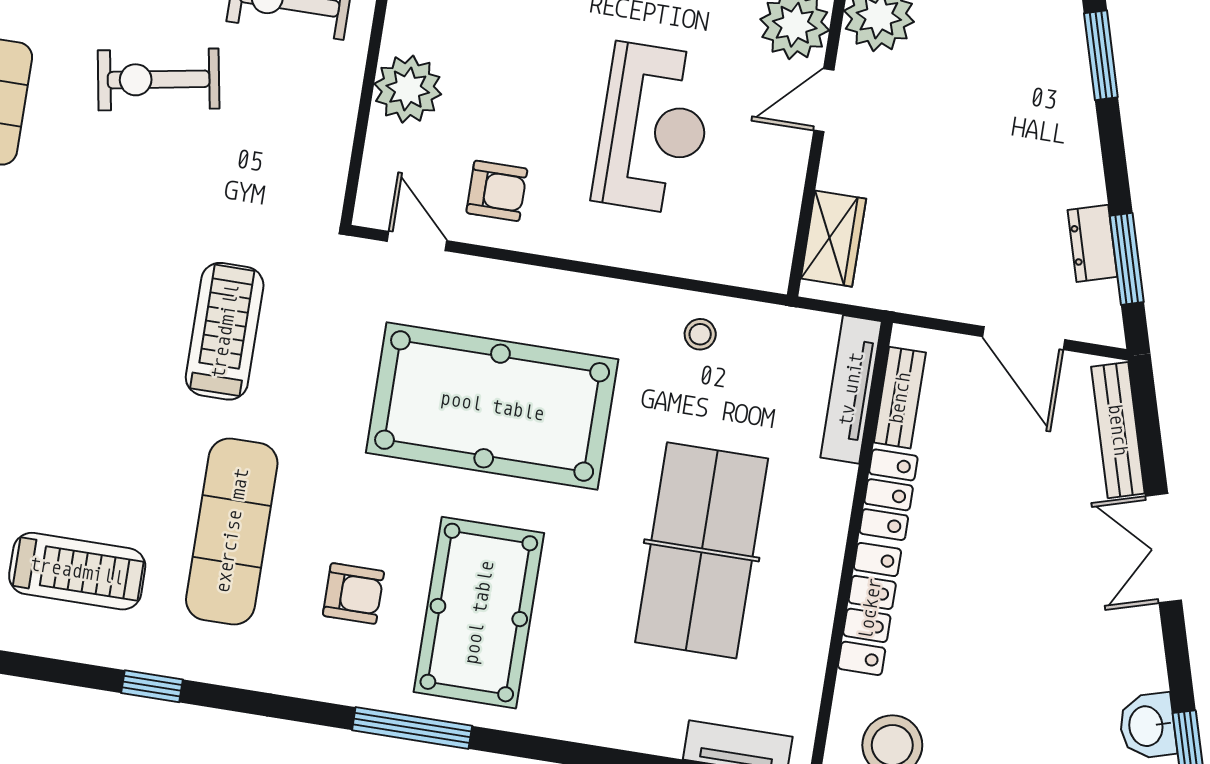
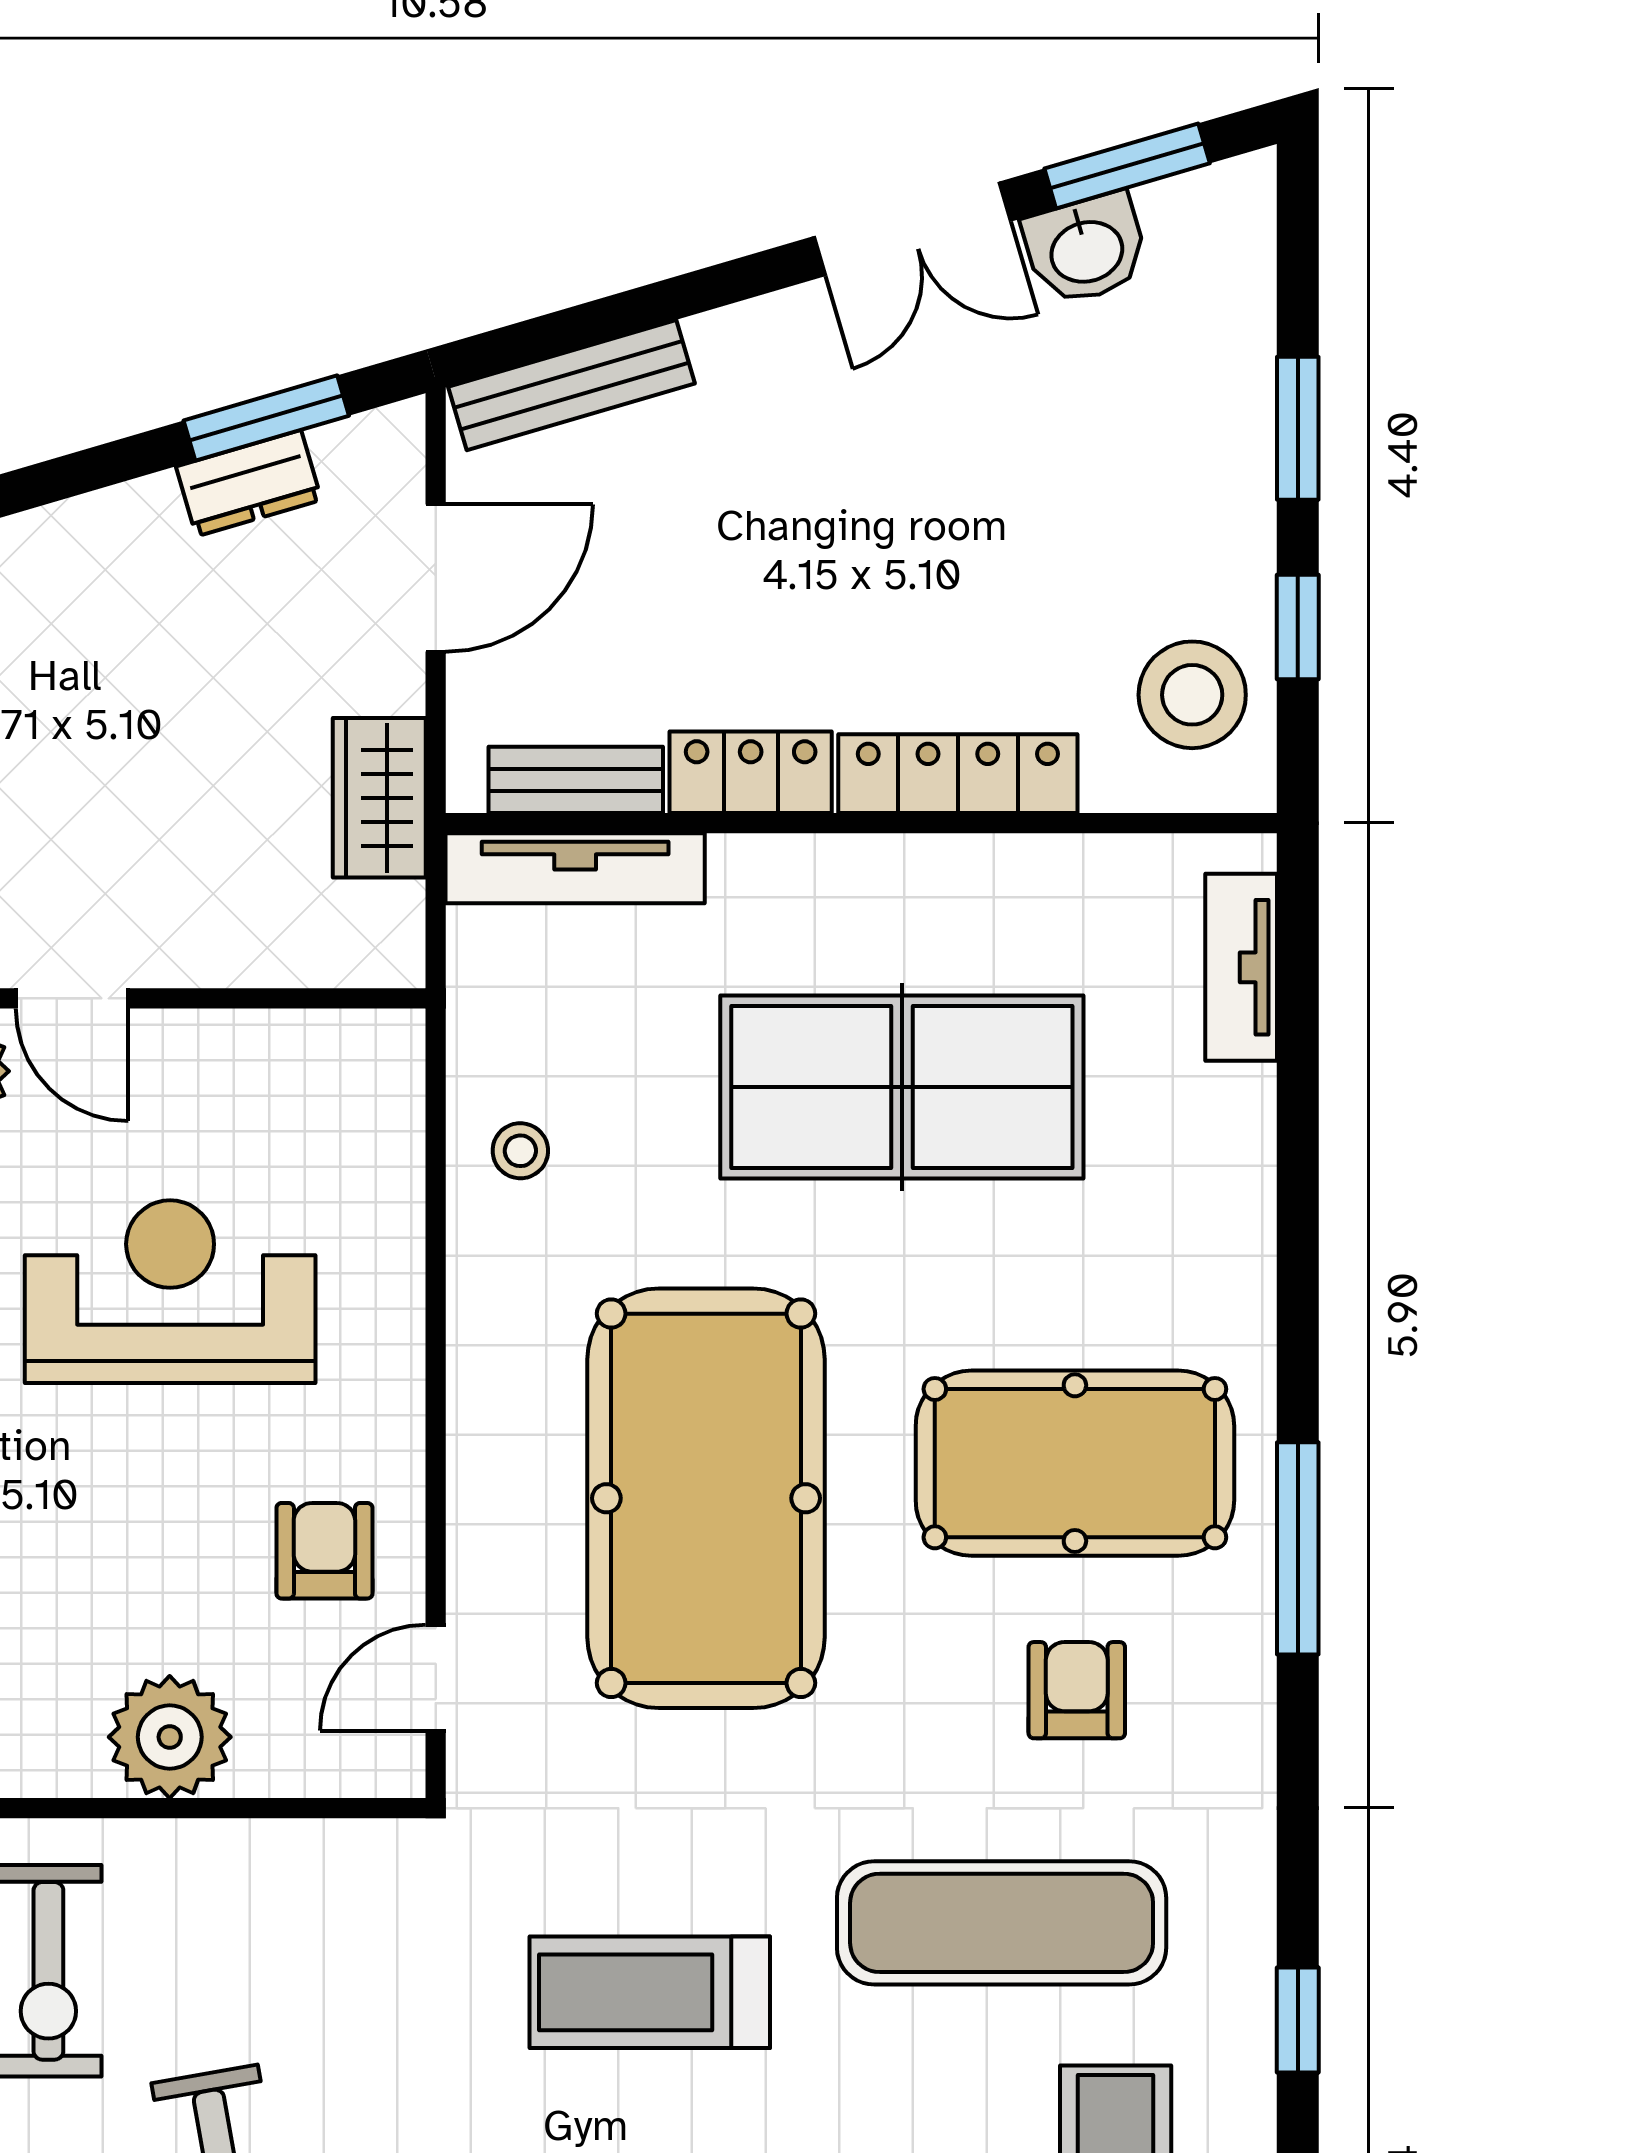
wardrobe: (833, 239) -> (379, 798), moved, turned -90
double door: (1163, 548) -> (912, 229), moved

